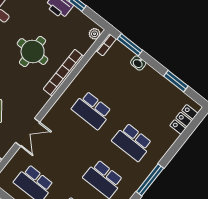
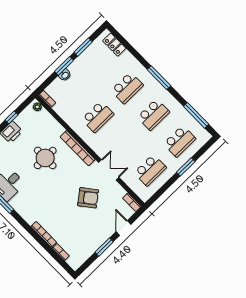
window: (130, 45) -> (64, 66), moved
bookcase: (64, 73) -> (78, 148), moved

